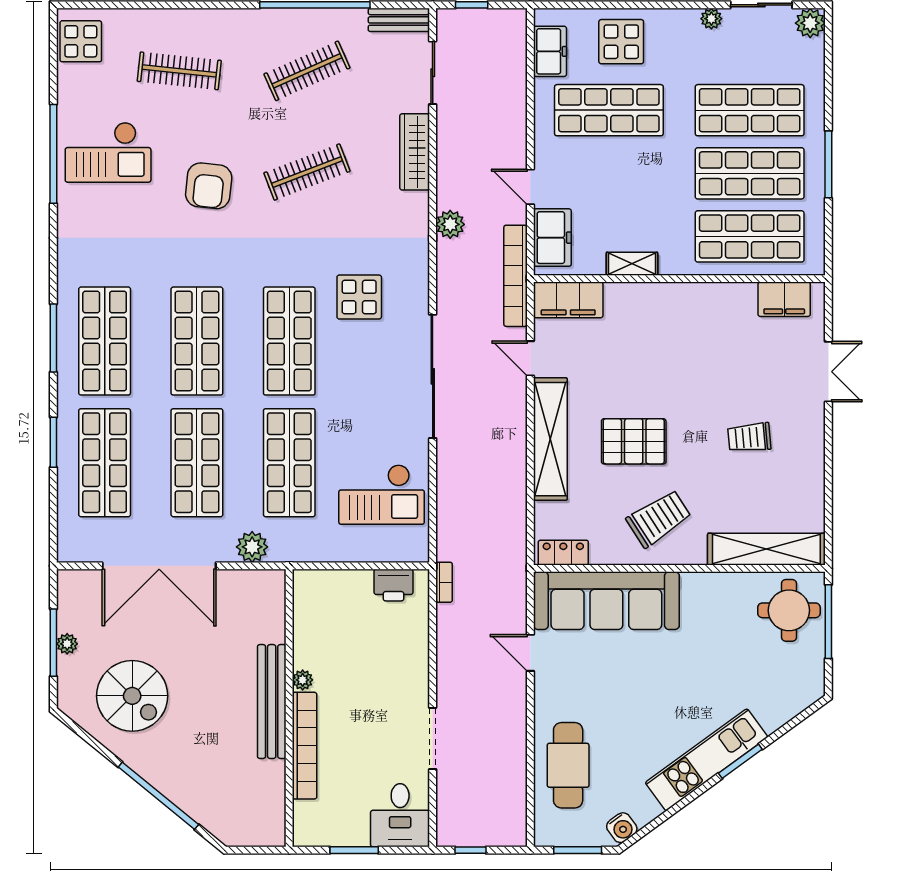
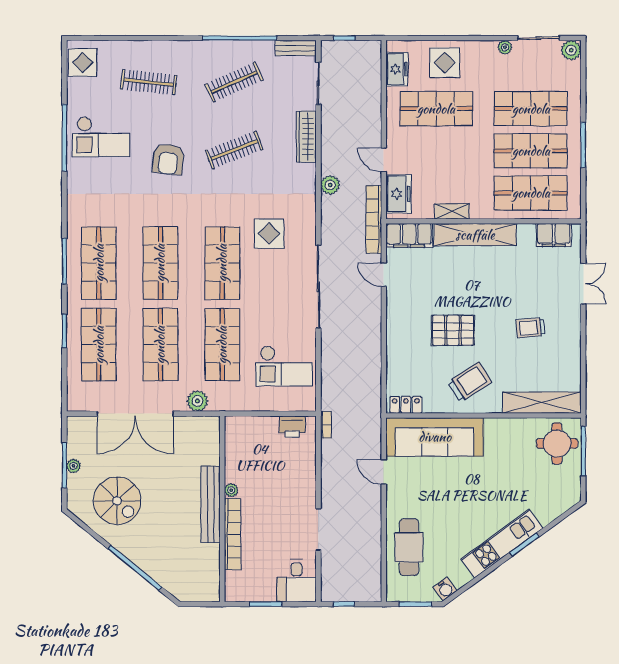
shelving: (550, 439) -> (475, 235), moved, turned 90

